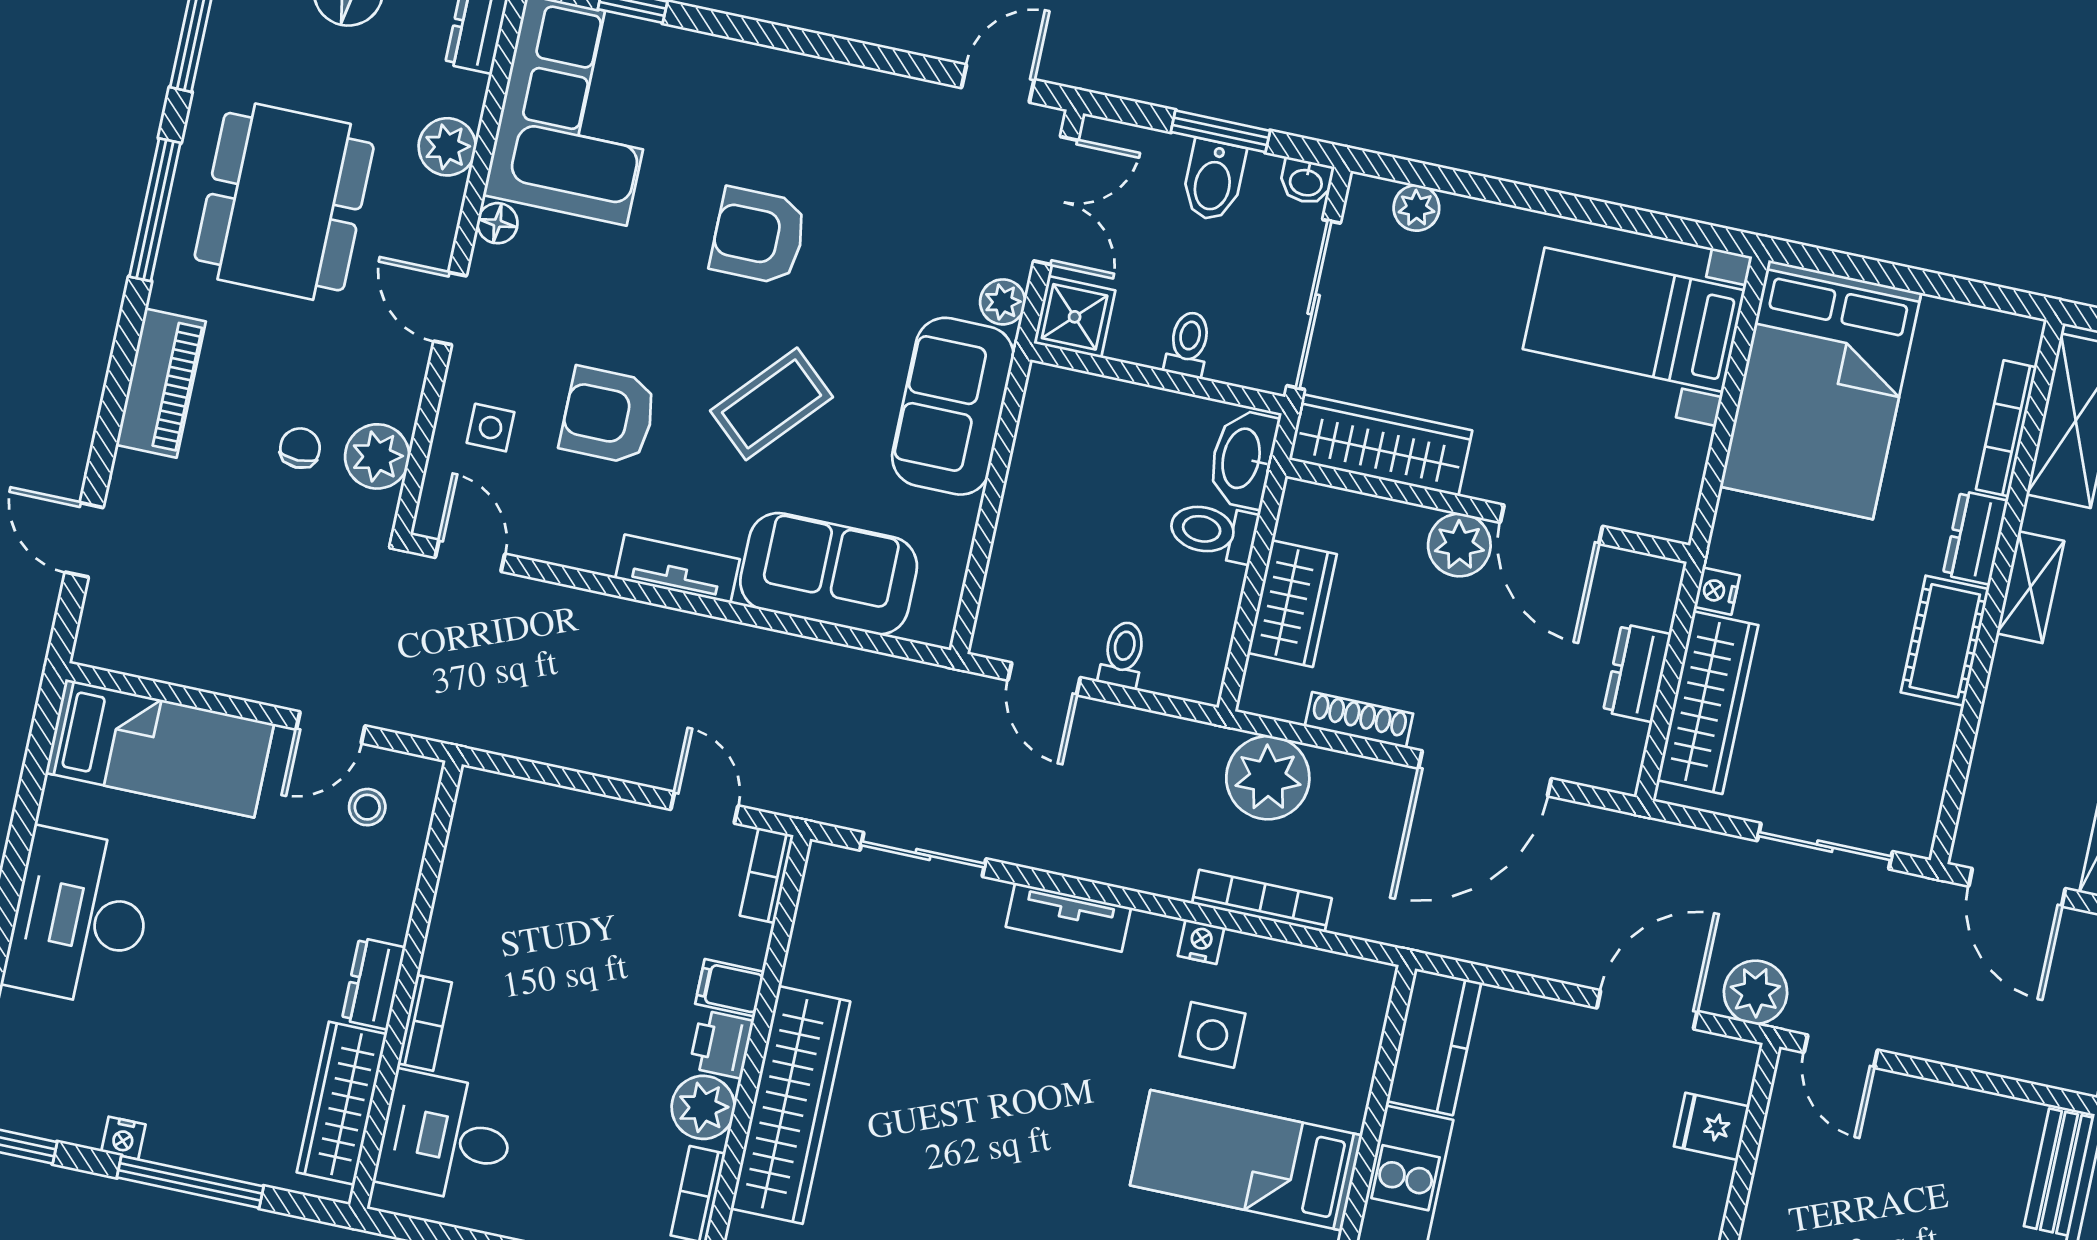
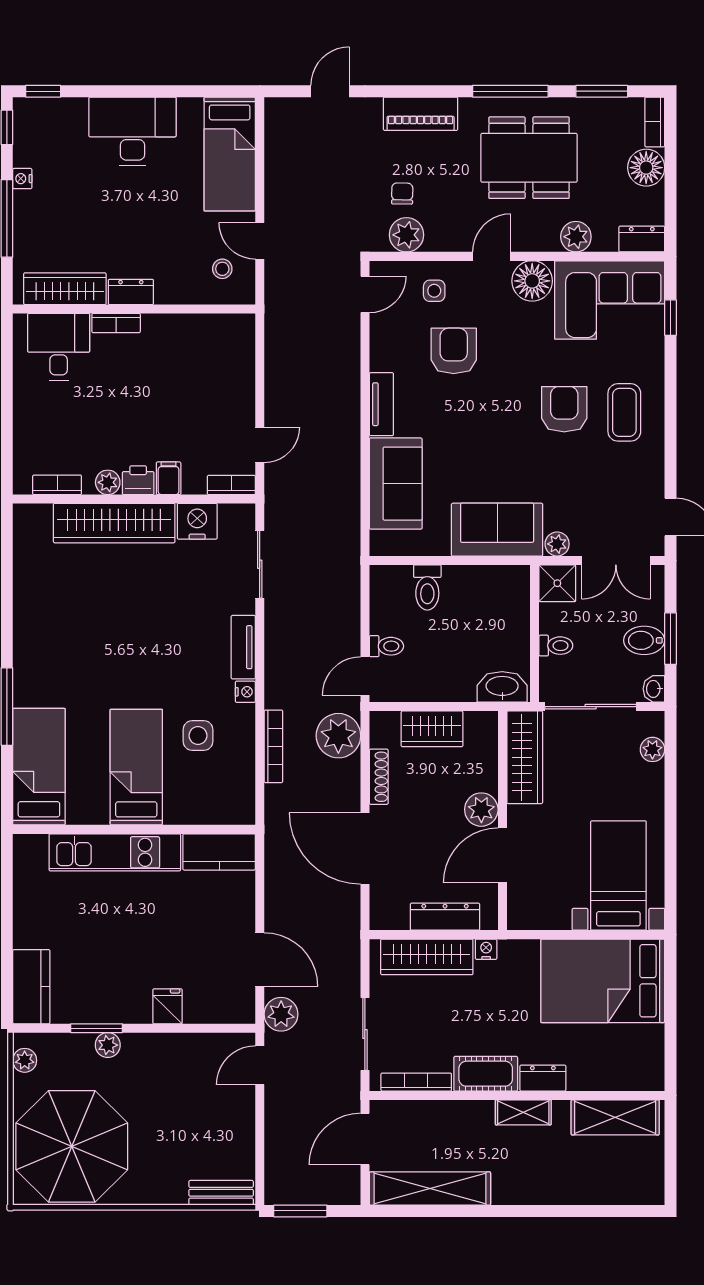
floor lamp: (497, 223) -> (532, 281), width x1.89, depth x1.89
coffee table: (772, 404) -> (624, 412), moved, turned 48
bookcase: (2006, 428) -> (416, 1082), moved
chair: (300, 448) -> (402, 194), turned -89
toilet: (1213, 531) -> (427, 587), moved, turned 180
dresser: (1637, 673) -> (445, 917), width x1.44
door: (1044, 679) -> (365, 676), moved
nightstand: (1201, 942) -> (245, 692), moved
nightstand: (820, 952) -> (197, 521), added
plant: (703, 1107) -> (108, 482), width x0.73, depth x0.73
fridge: (1712, 1126) -> (167, 1006), moved

